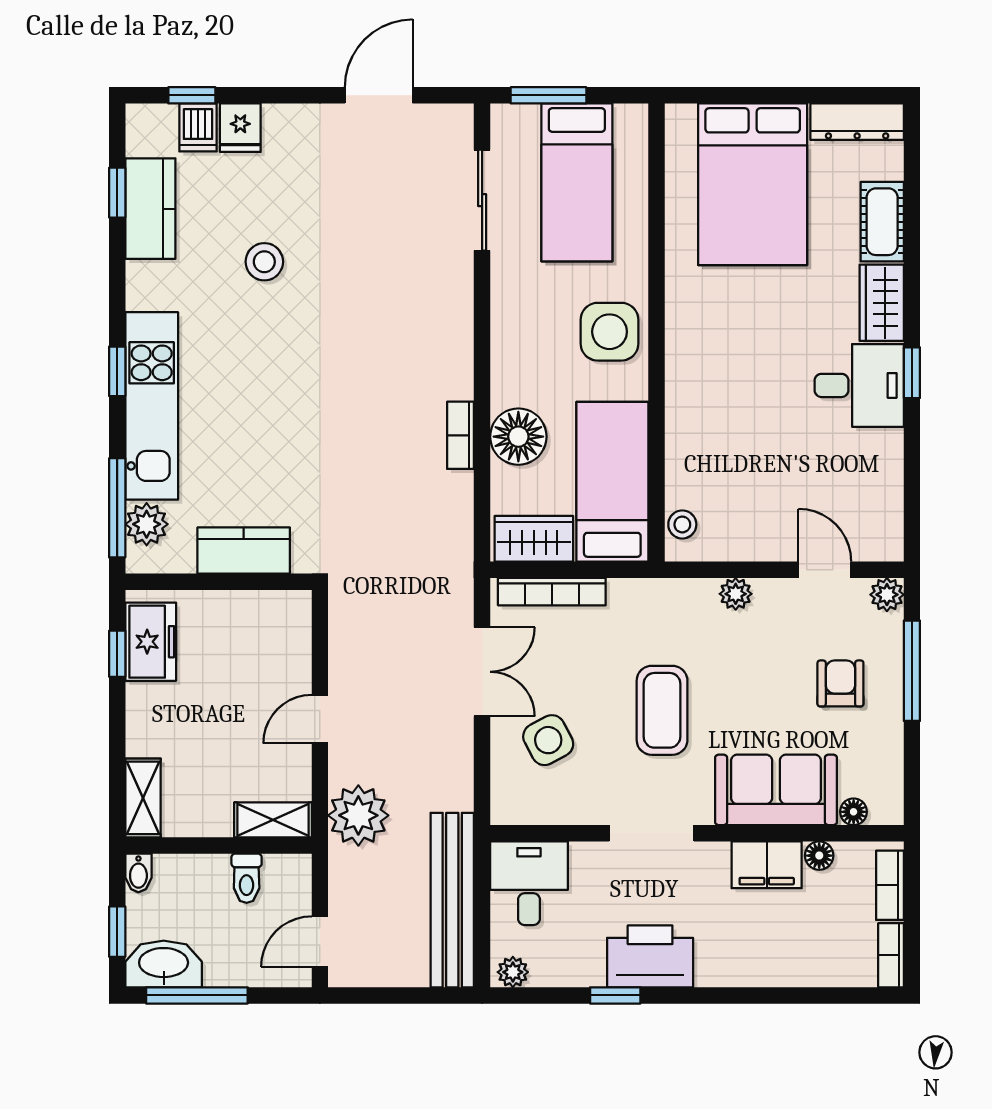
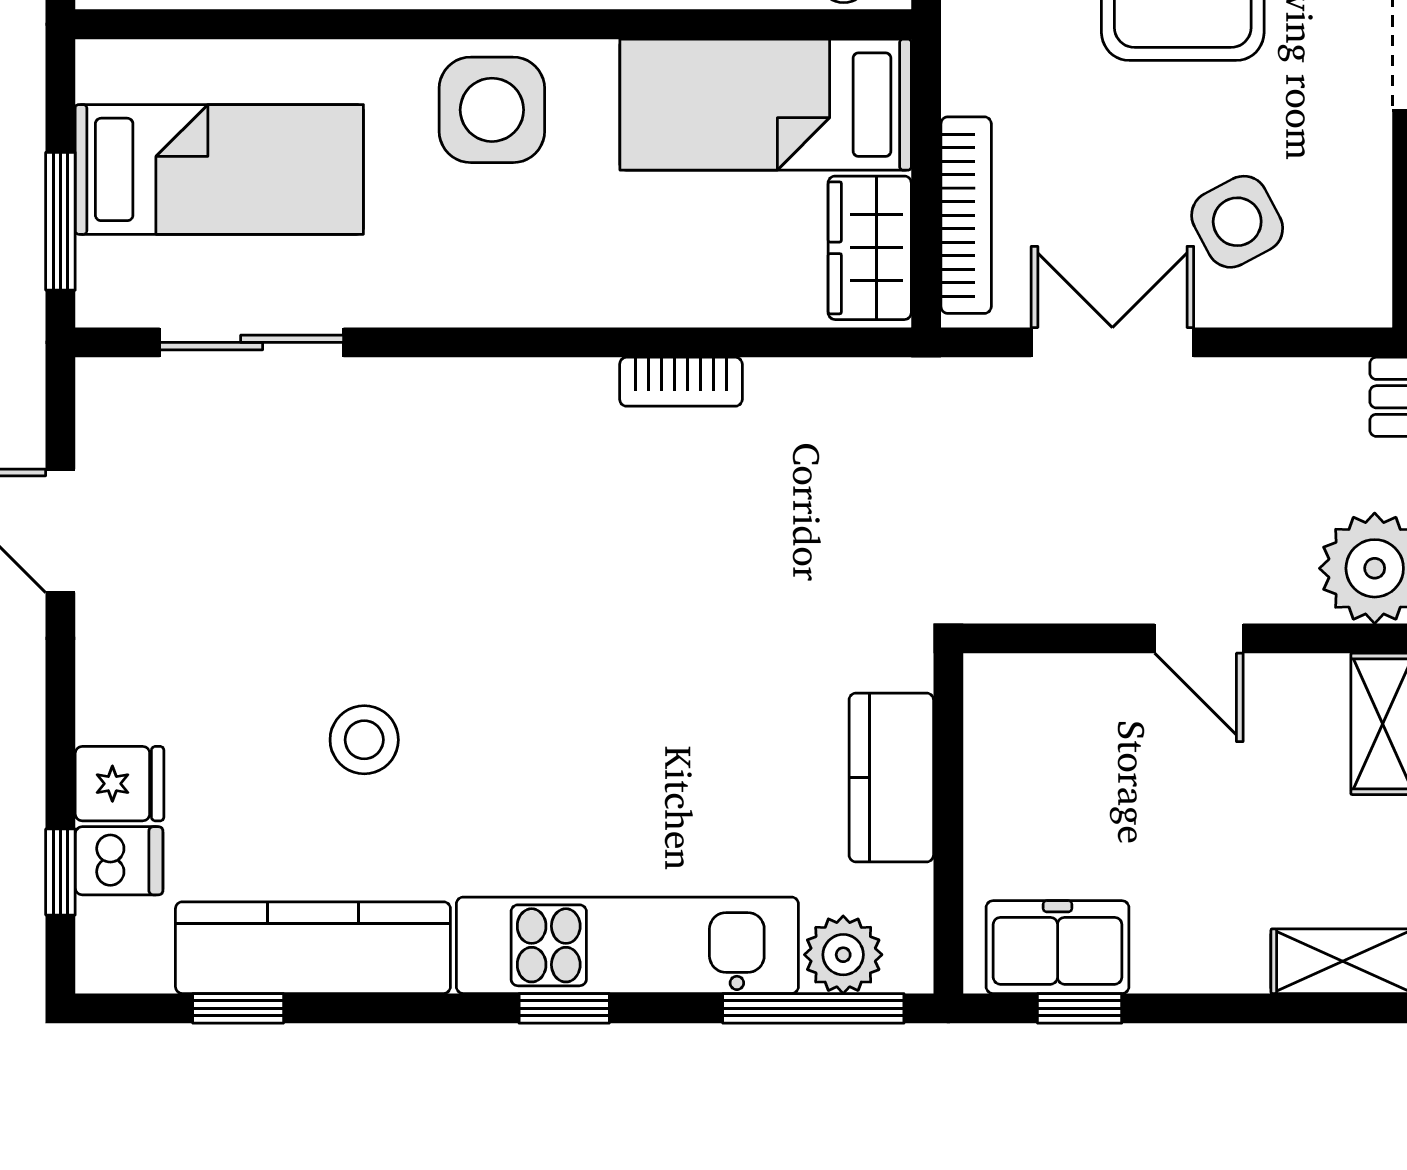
kitchen counter: (150, 209) -> (313, 948), width x1.50
floor lamp: (518, 437) -> (683, 276), removed

